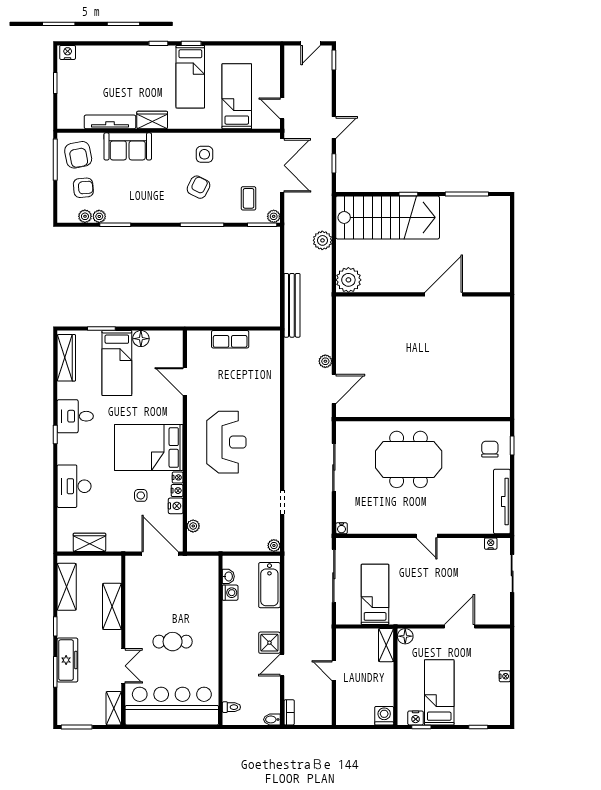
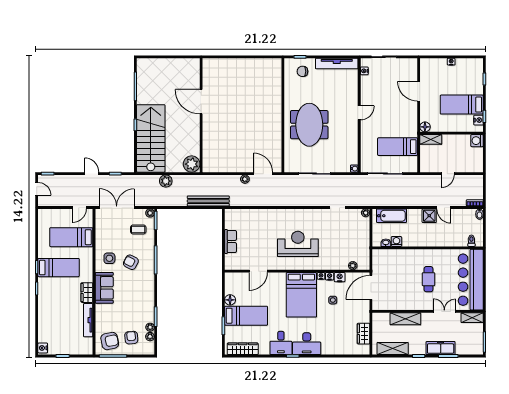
sofa: (128, 146) -> (104, 288), moved
desk: (74, 486) -> (307, 344), moved

